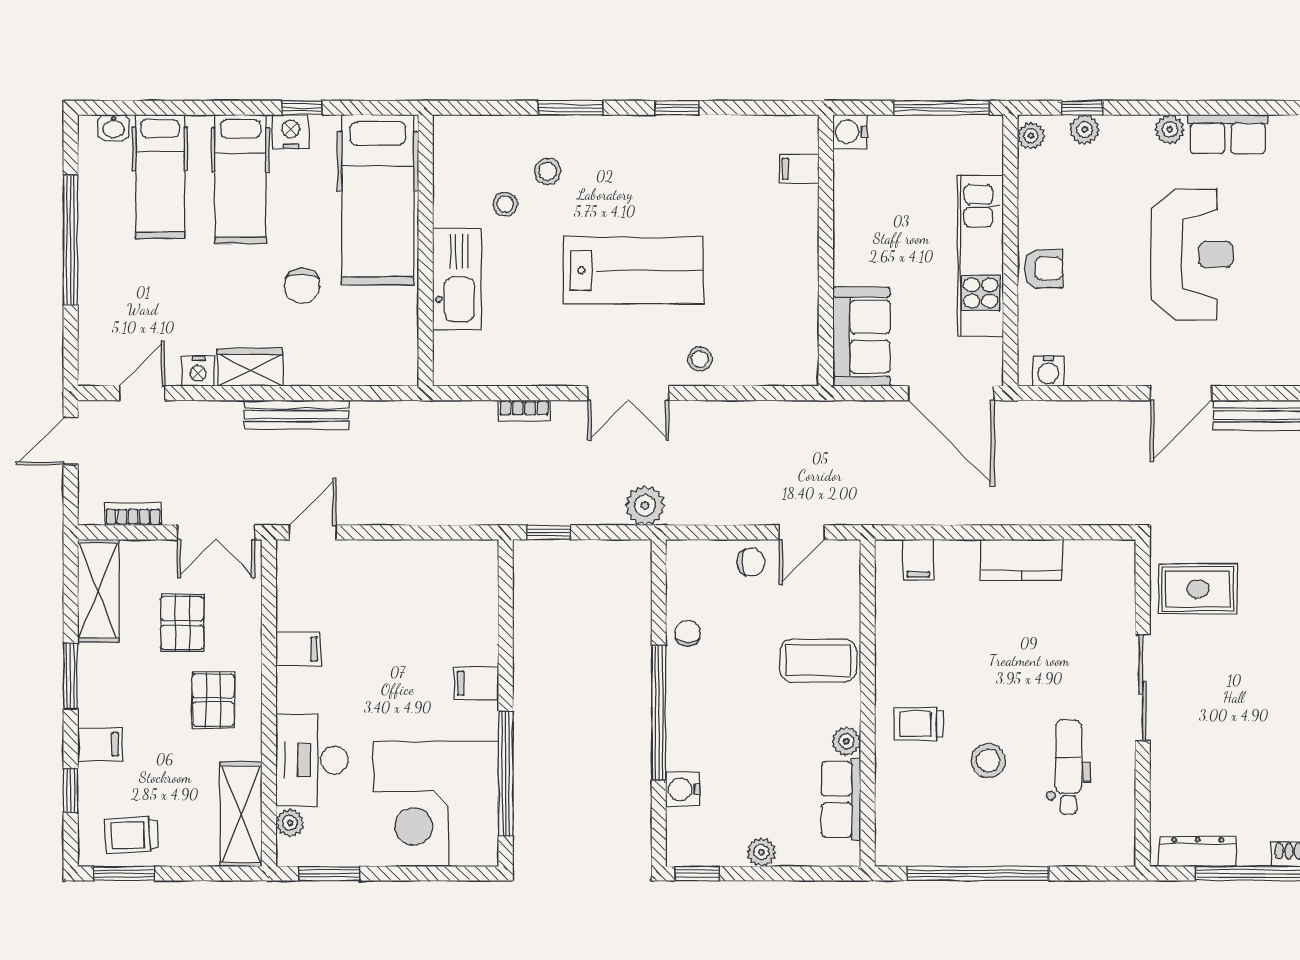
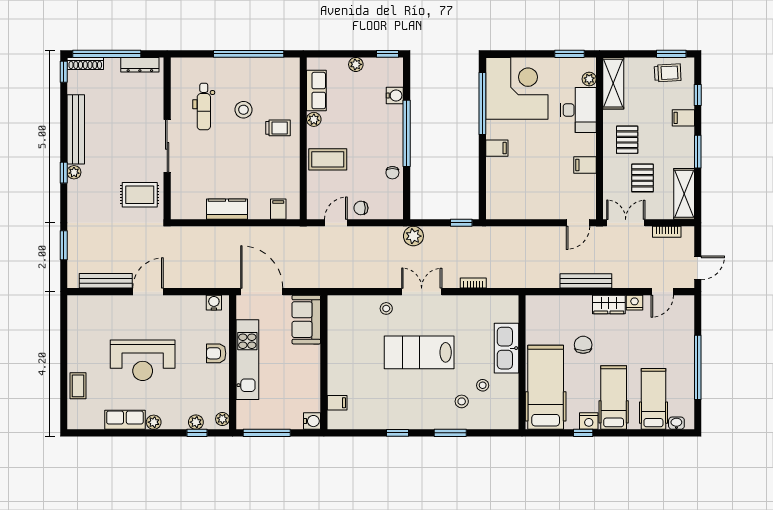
reception desk: (1192, 254) -> (143, 360), turned -90

